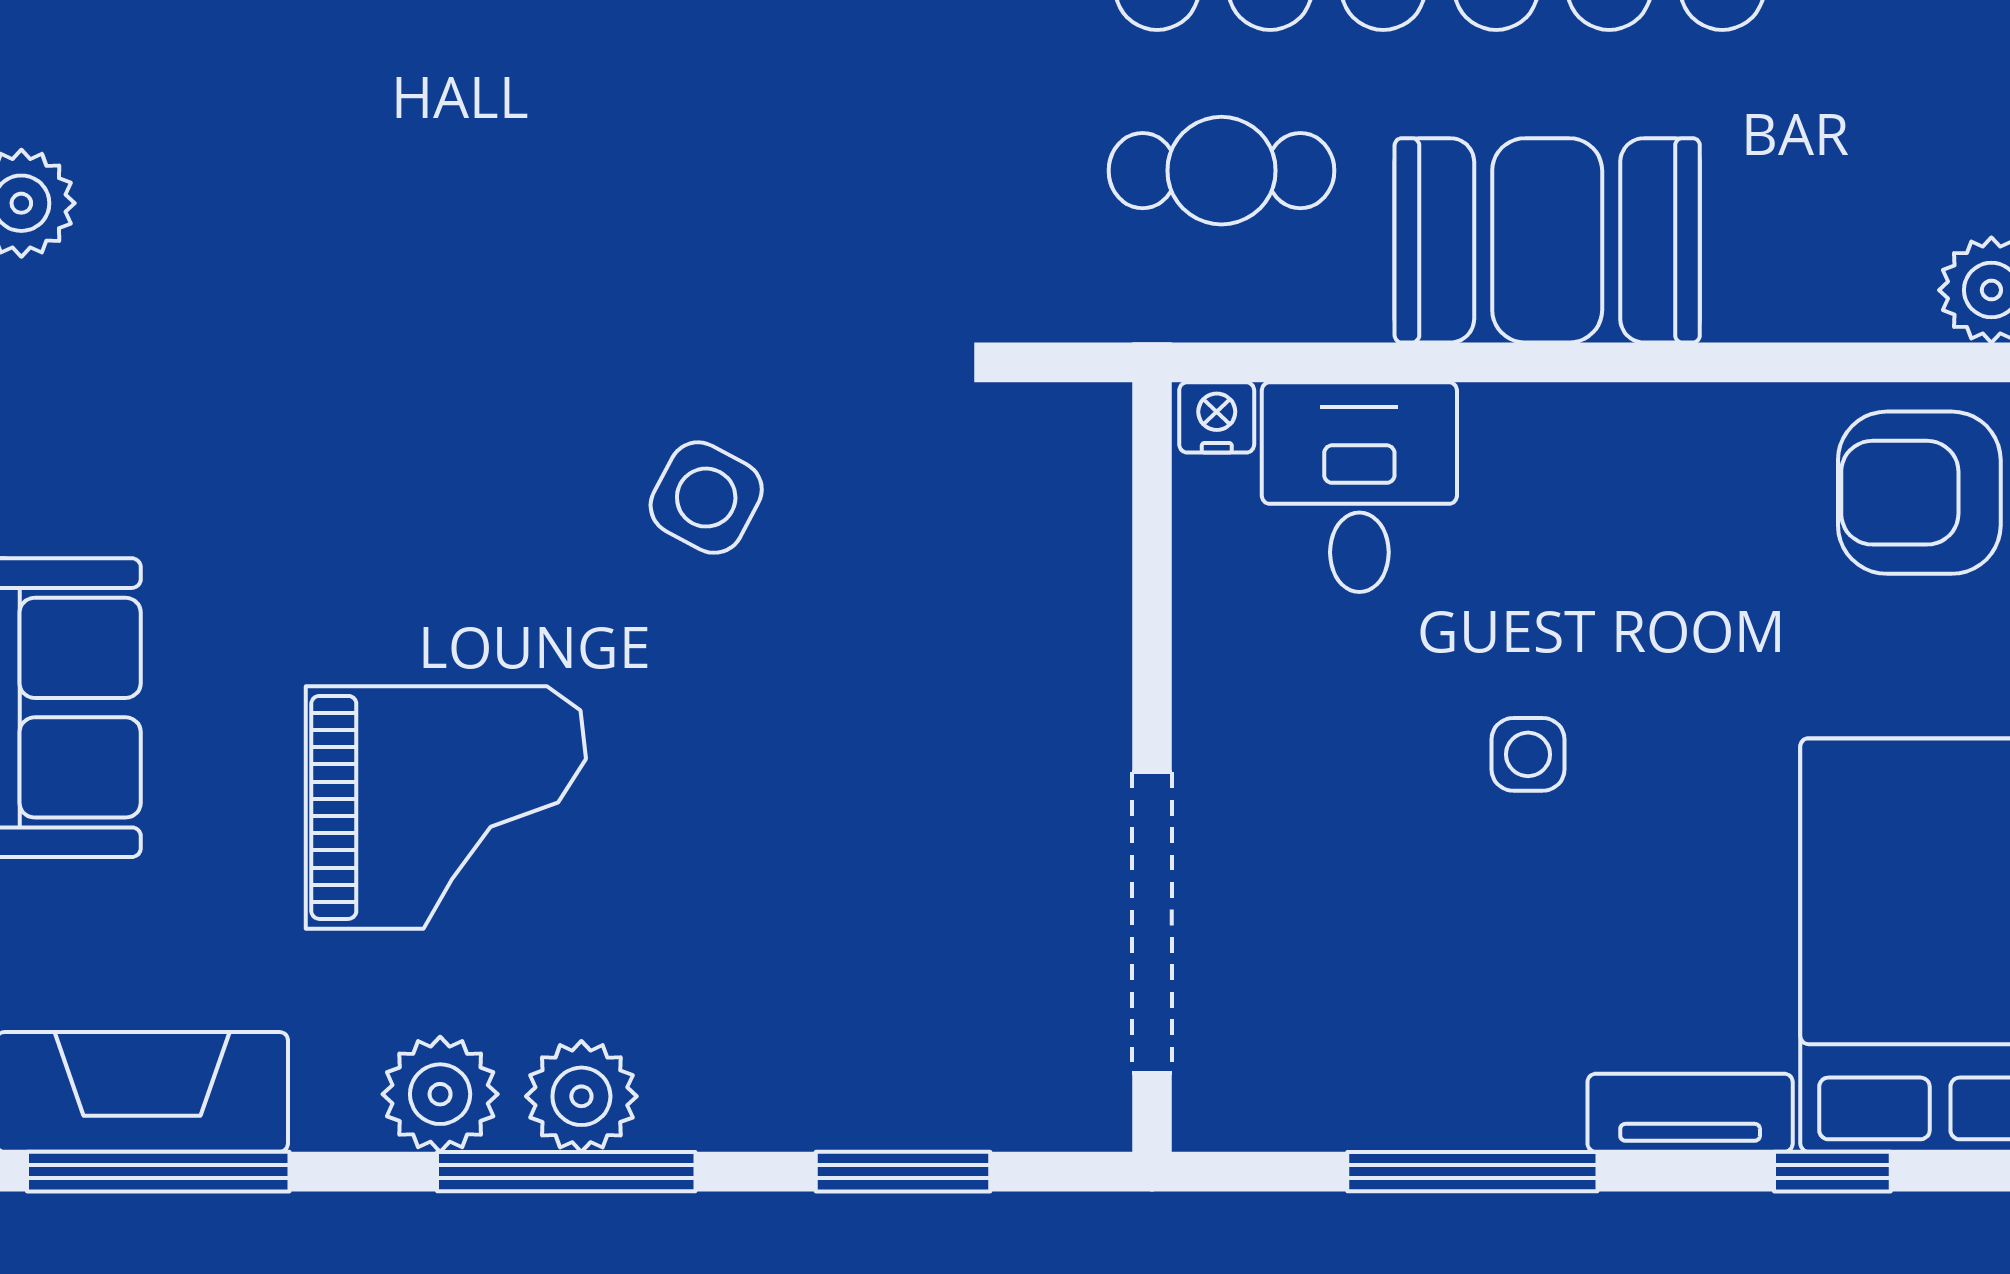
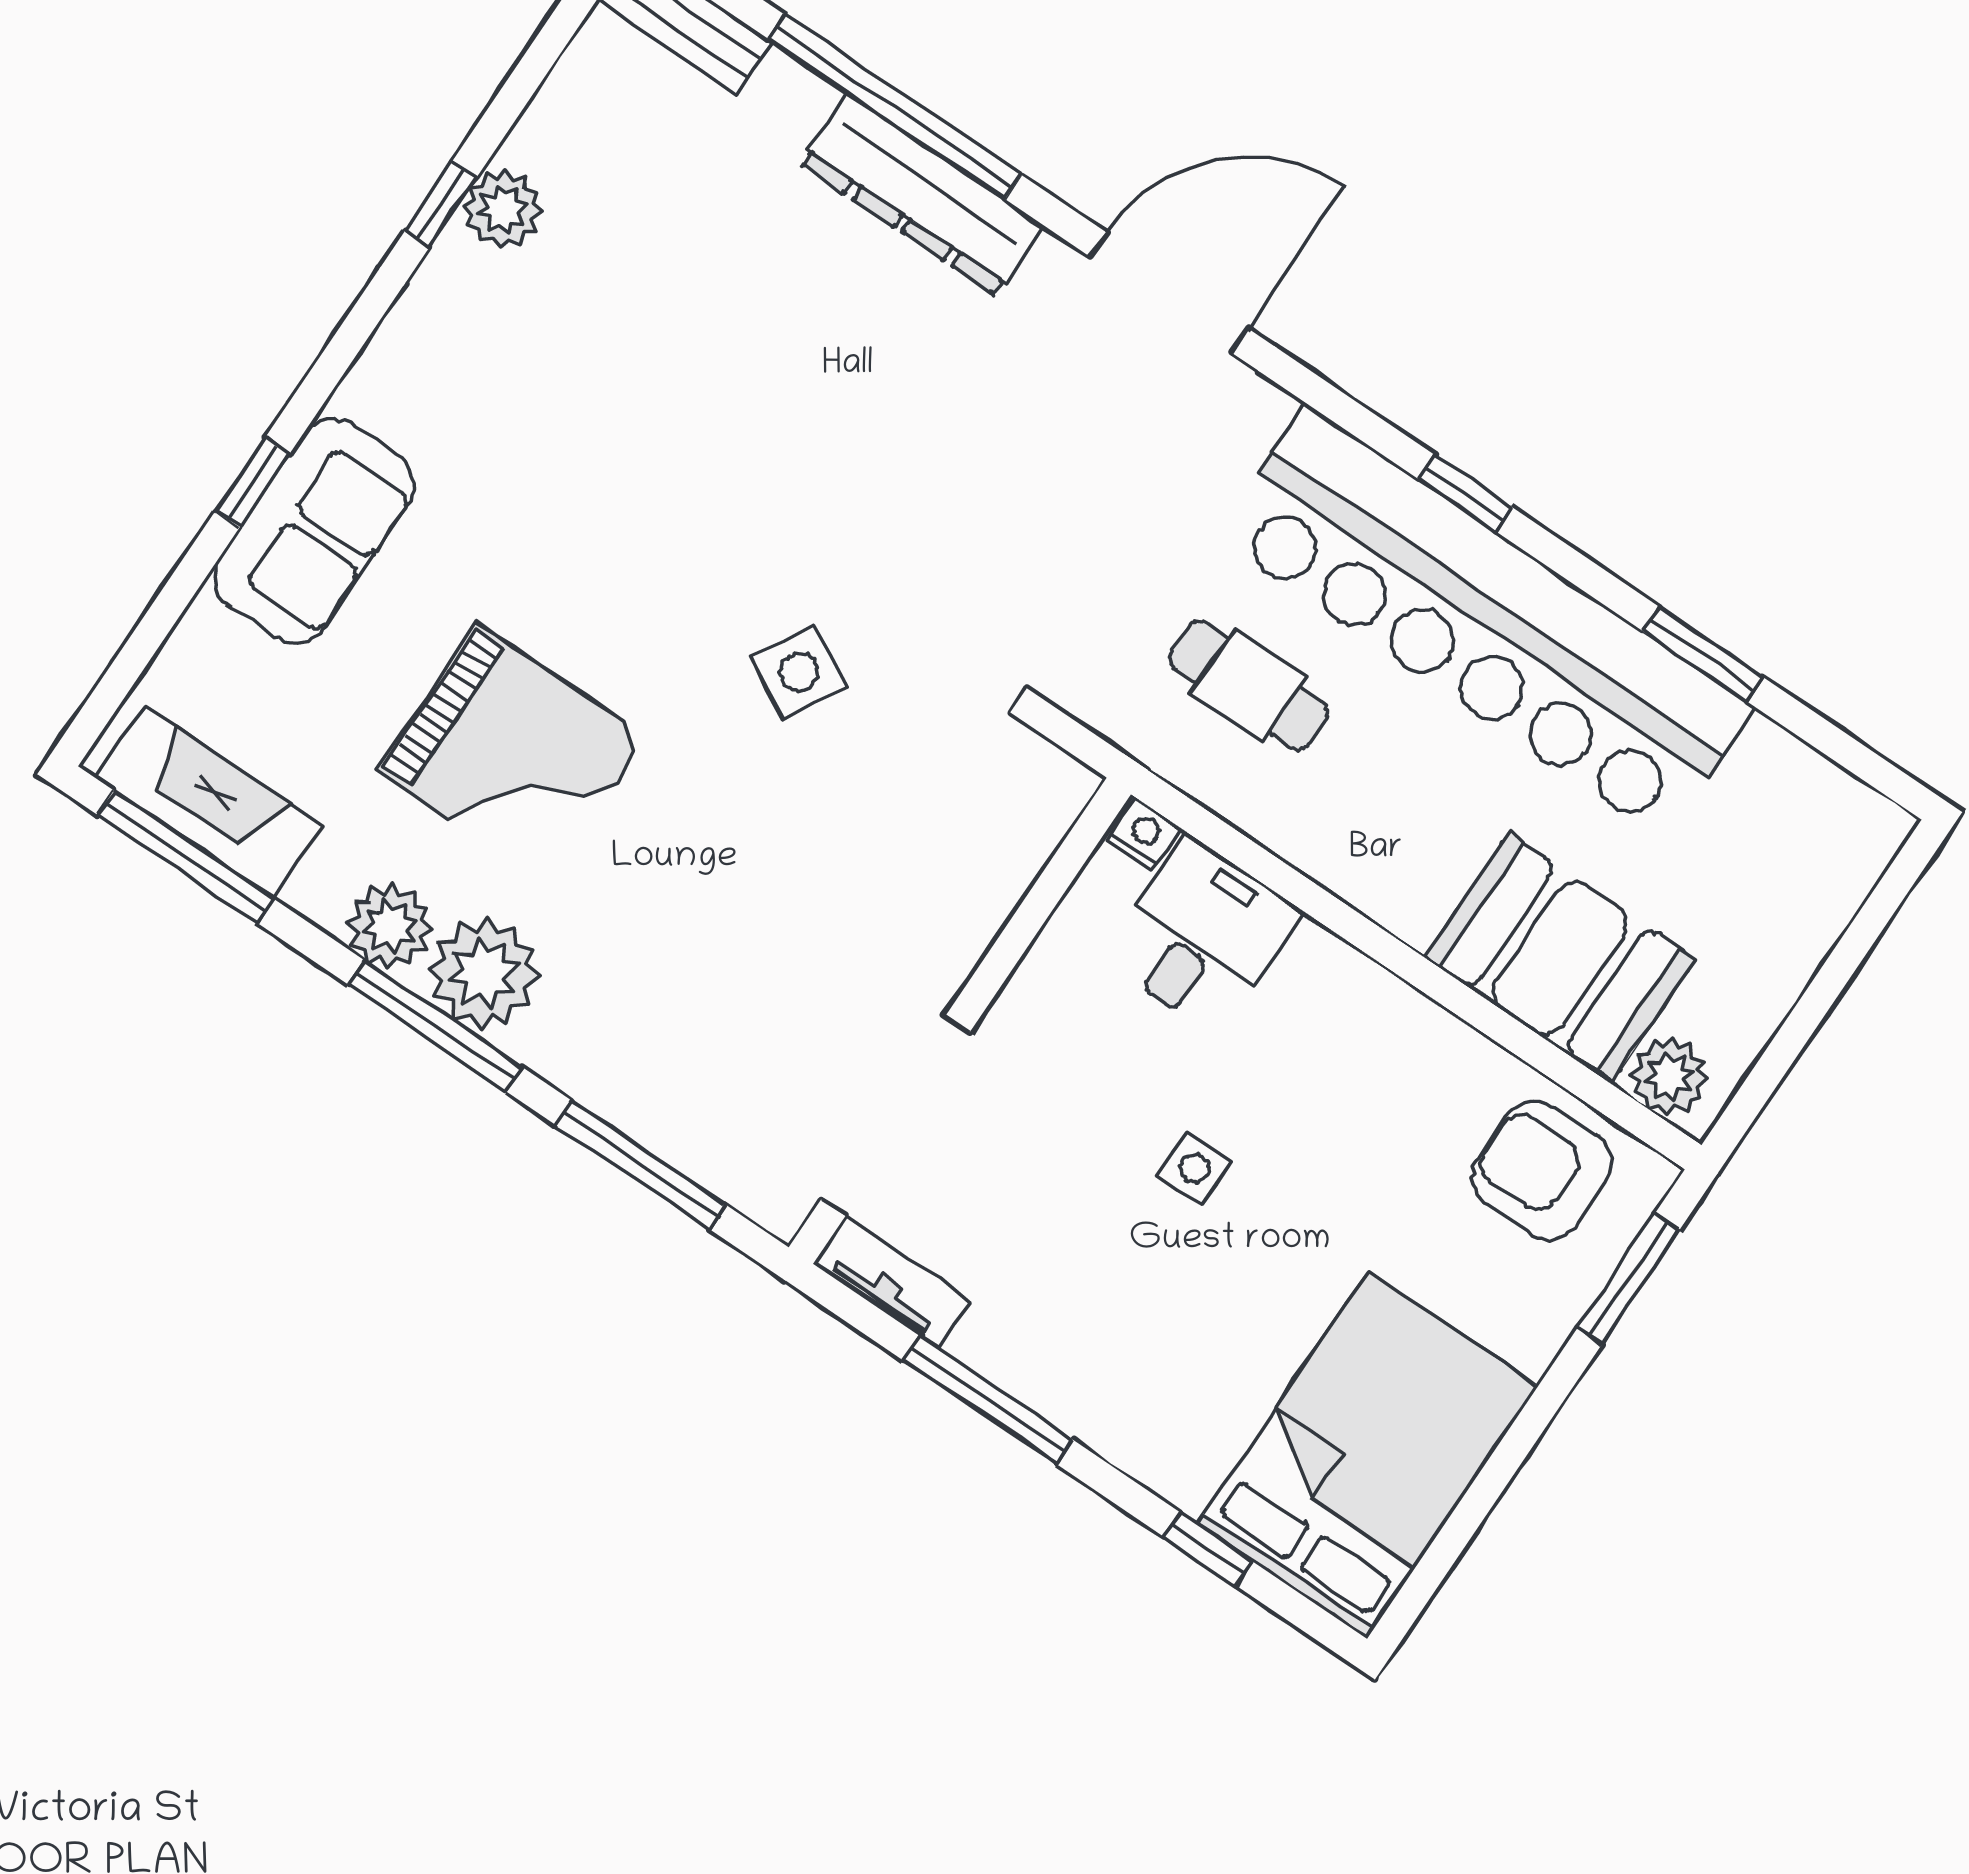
booth: (1547, 240) -> (1560, 958), moved
plant: (581, 1096) -> (484, 974), width x1.36, depth x1.36
tv unit: (1690, 1113) -> (892, 1282), moved
window: (903, 1172) -> (641, 1165), width x1.44

